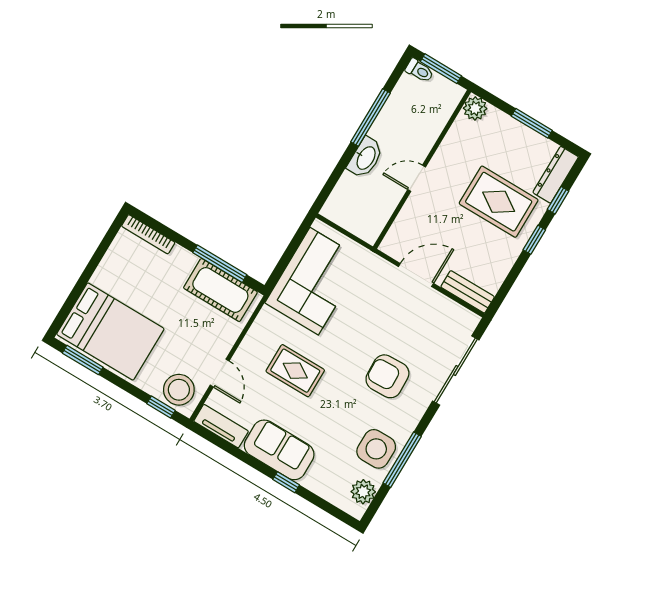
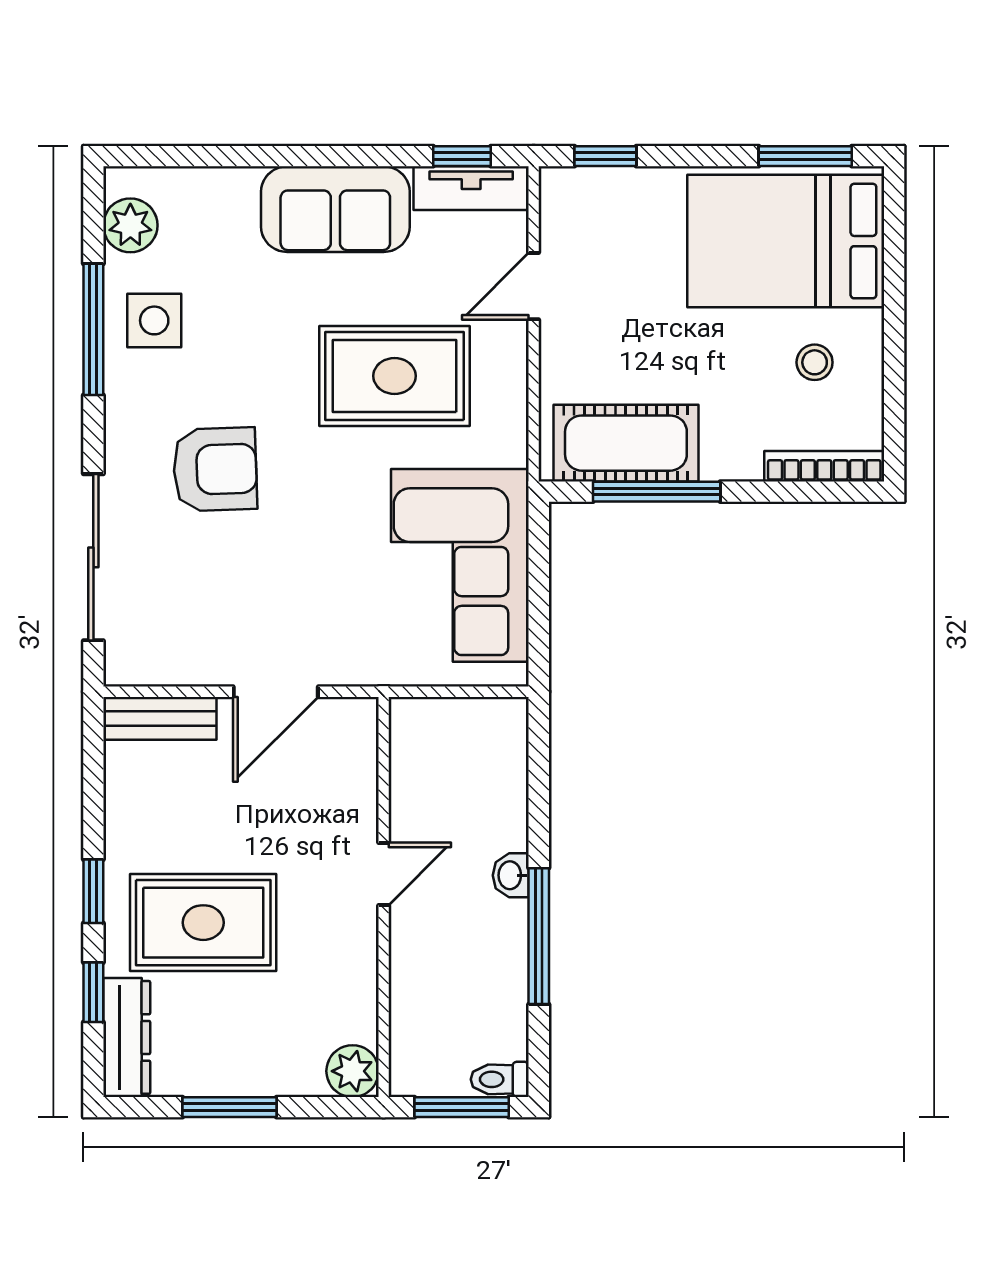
washbasin: (365, 158) -> (511, 875), width x0.52, depth x0.69
rug: (295, 371) -> (395, 376), width x1.36, depth x1.43
door: (220, 373) -> (534, 286), hinge flipped
stool: (179, 390) -> (815, 362), moved, width x0.53, depth x0.53
side table: (376, 449) -> (154, 320), width x0.73, depth x0.73
window: (286, 482) -> (462, 156), moved

